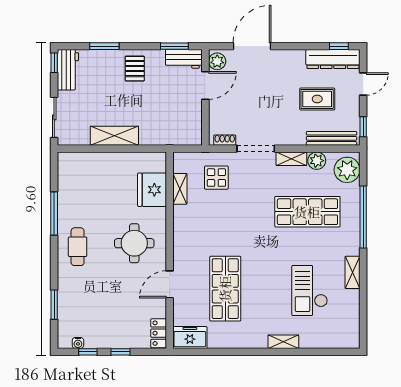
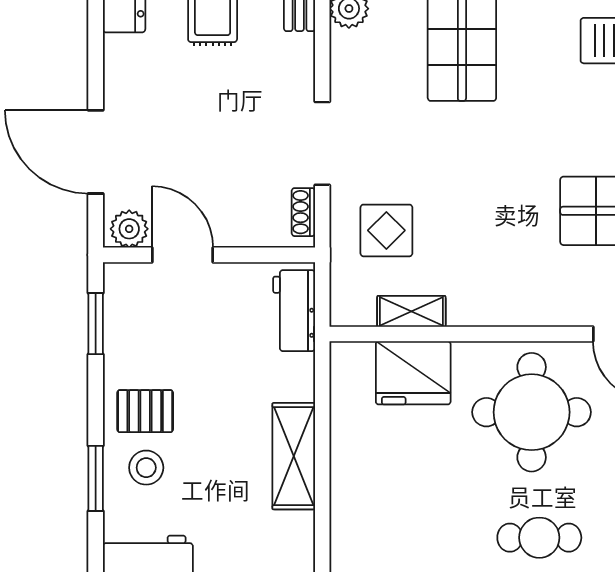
workbench: (184, 59) -> (294, 311), moved, turned 180
stool: (109, 69) -> (146, 468), added
shelving: (291, 159) -> (345, 65), removed
round table: (134, 243) -> (532, 412), width x1.36, depth x1.36

